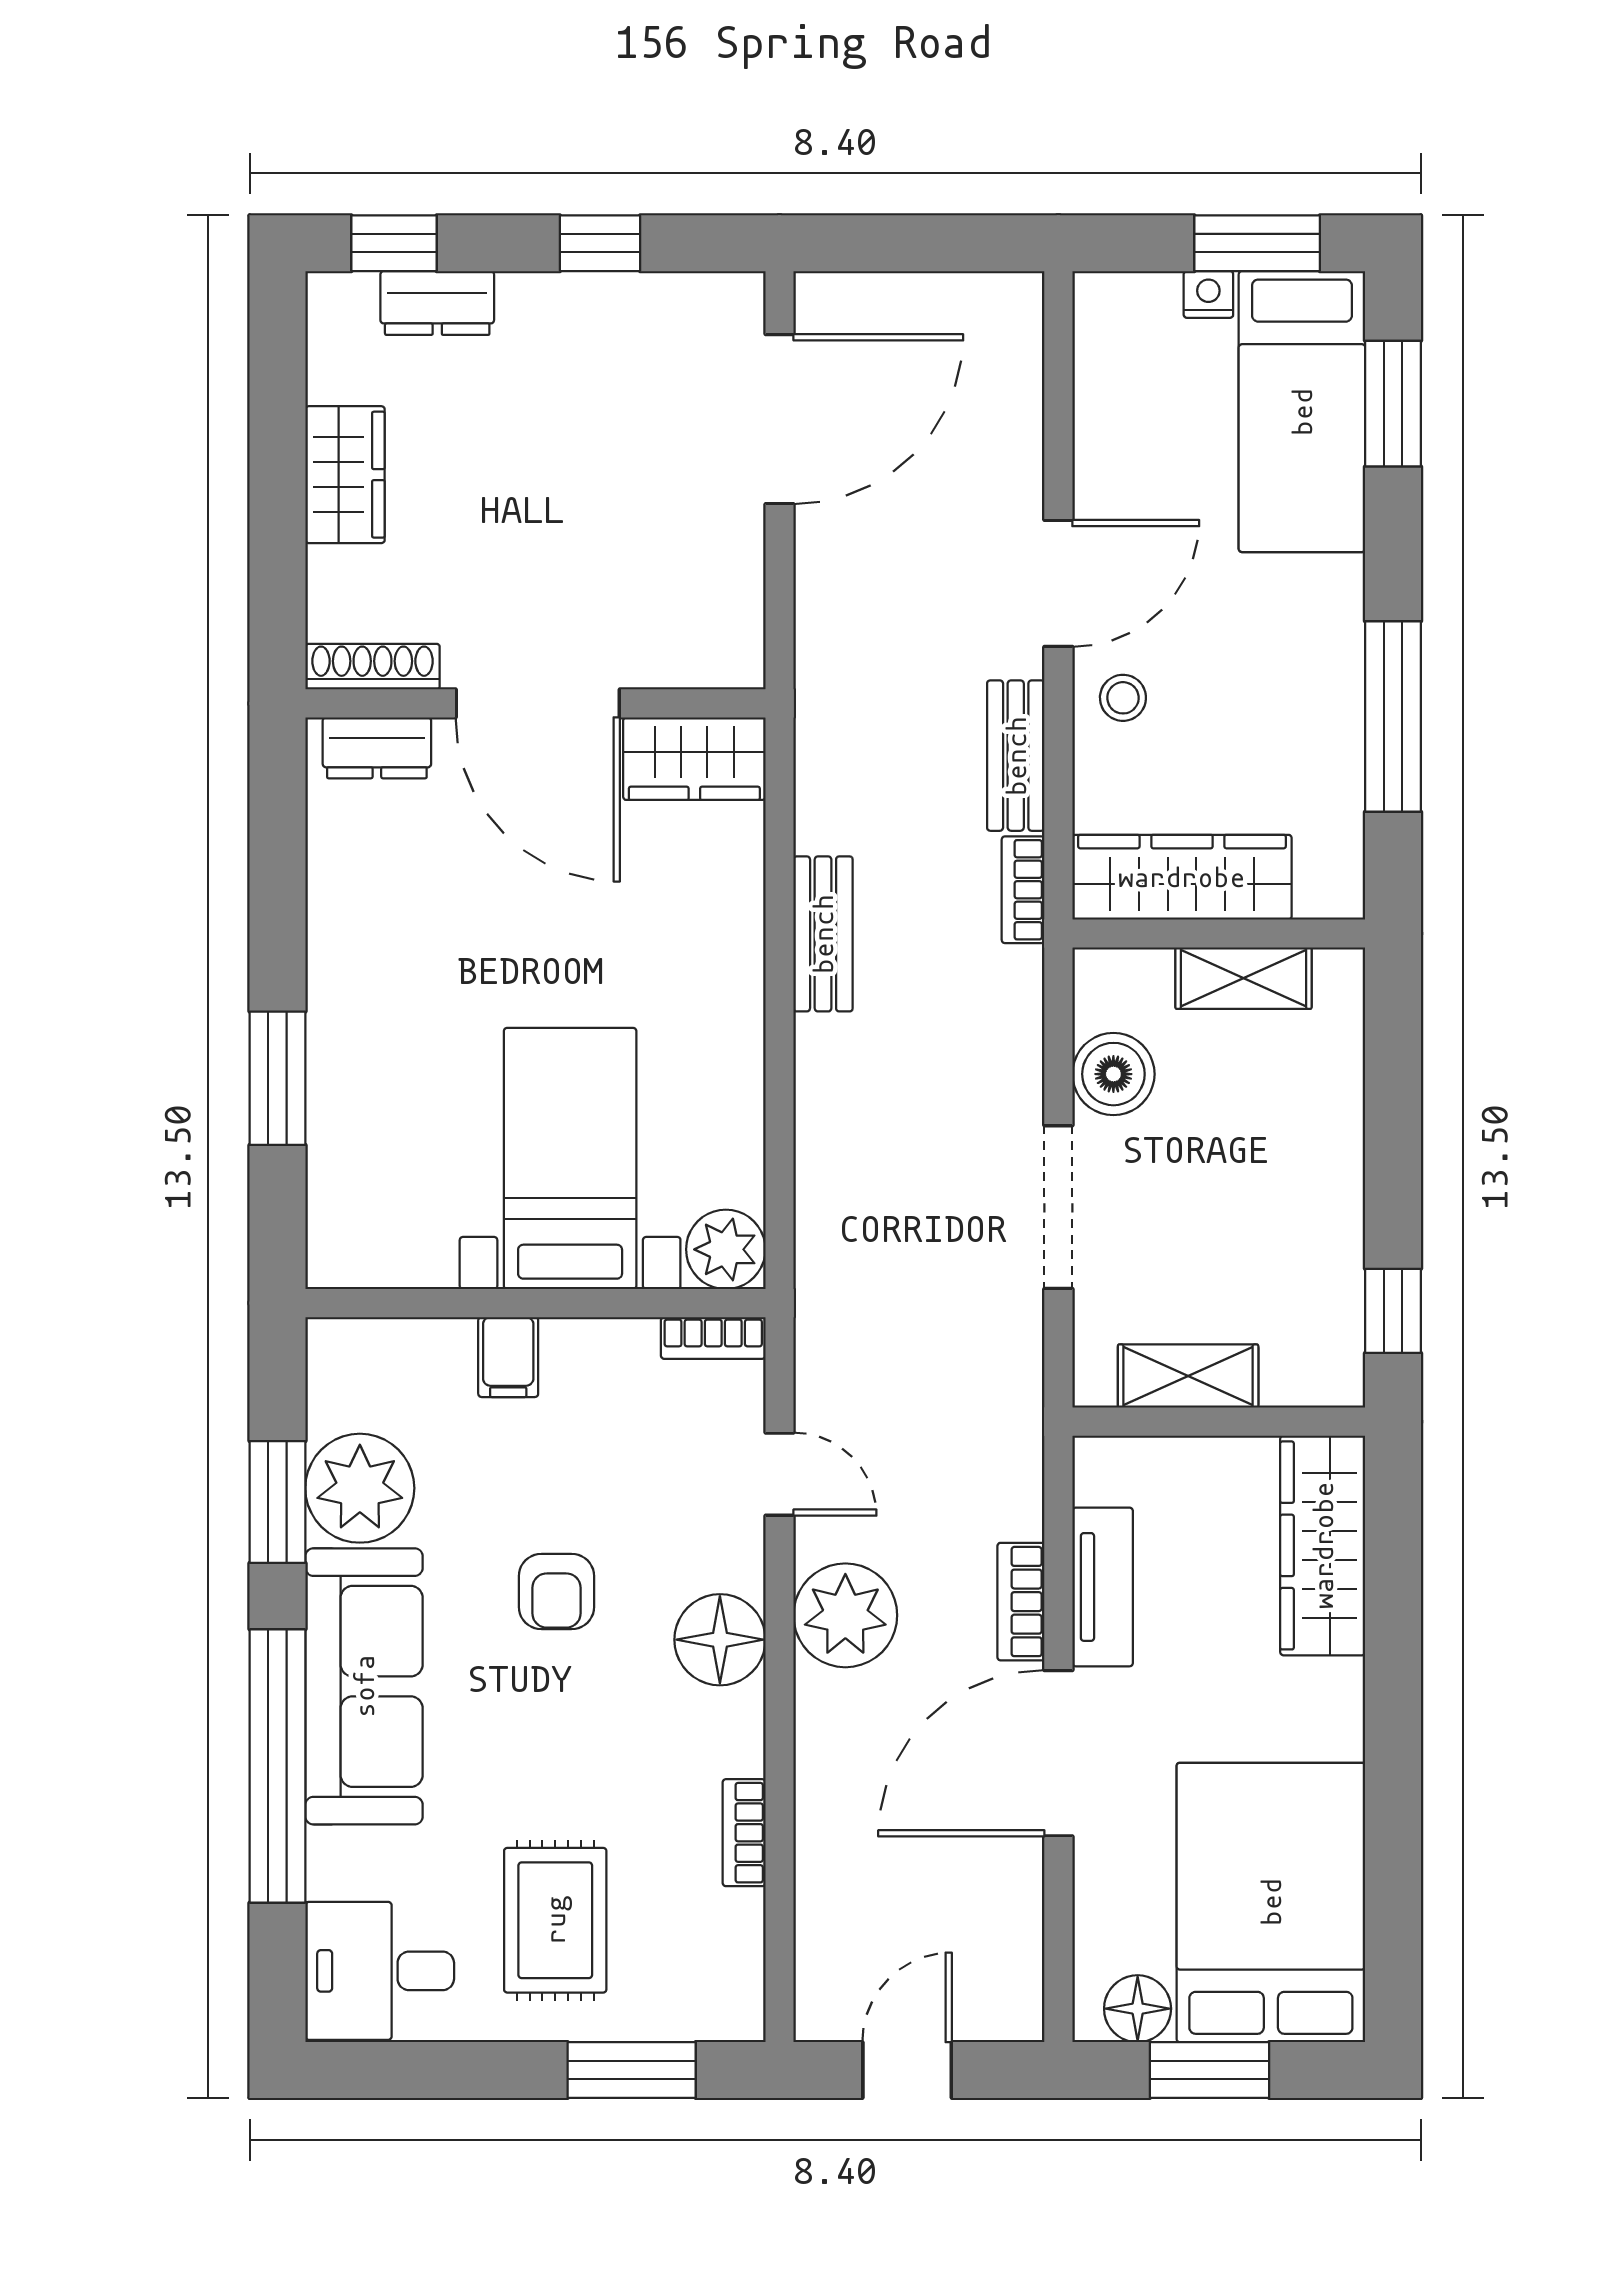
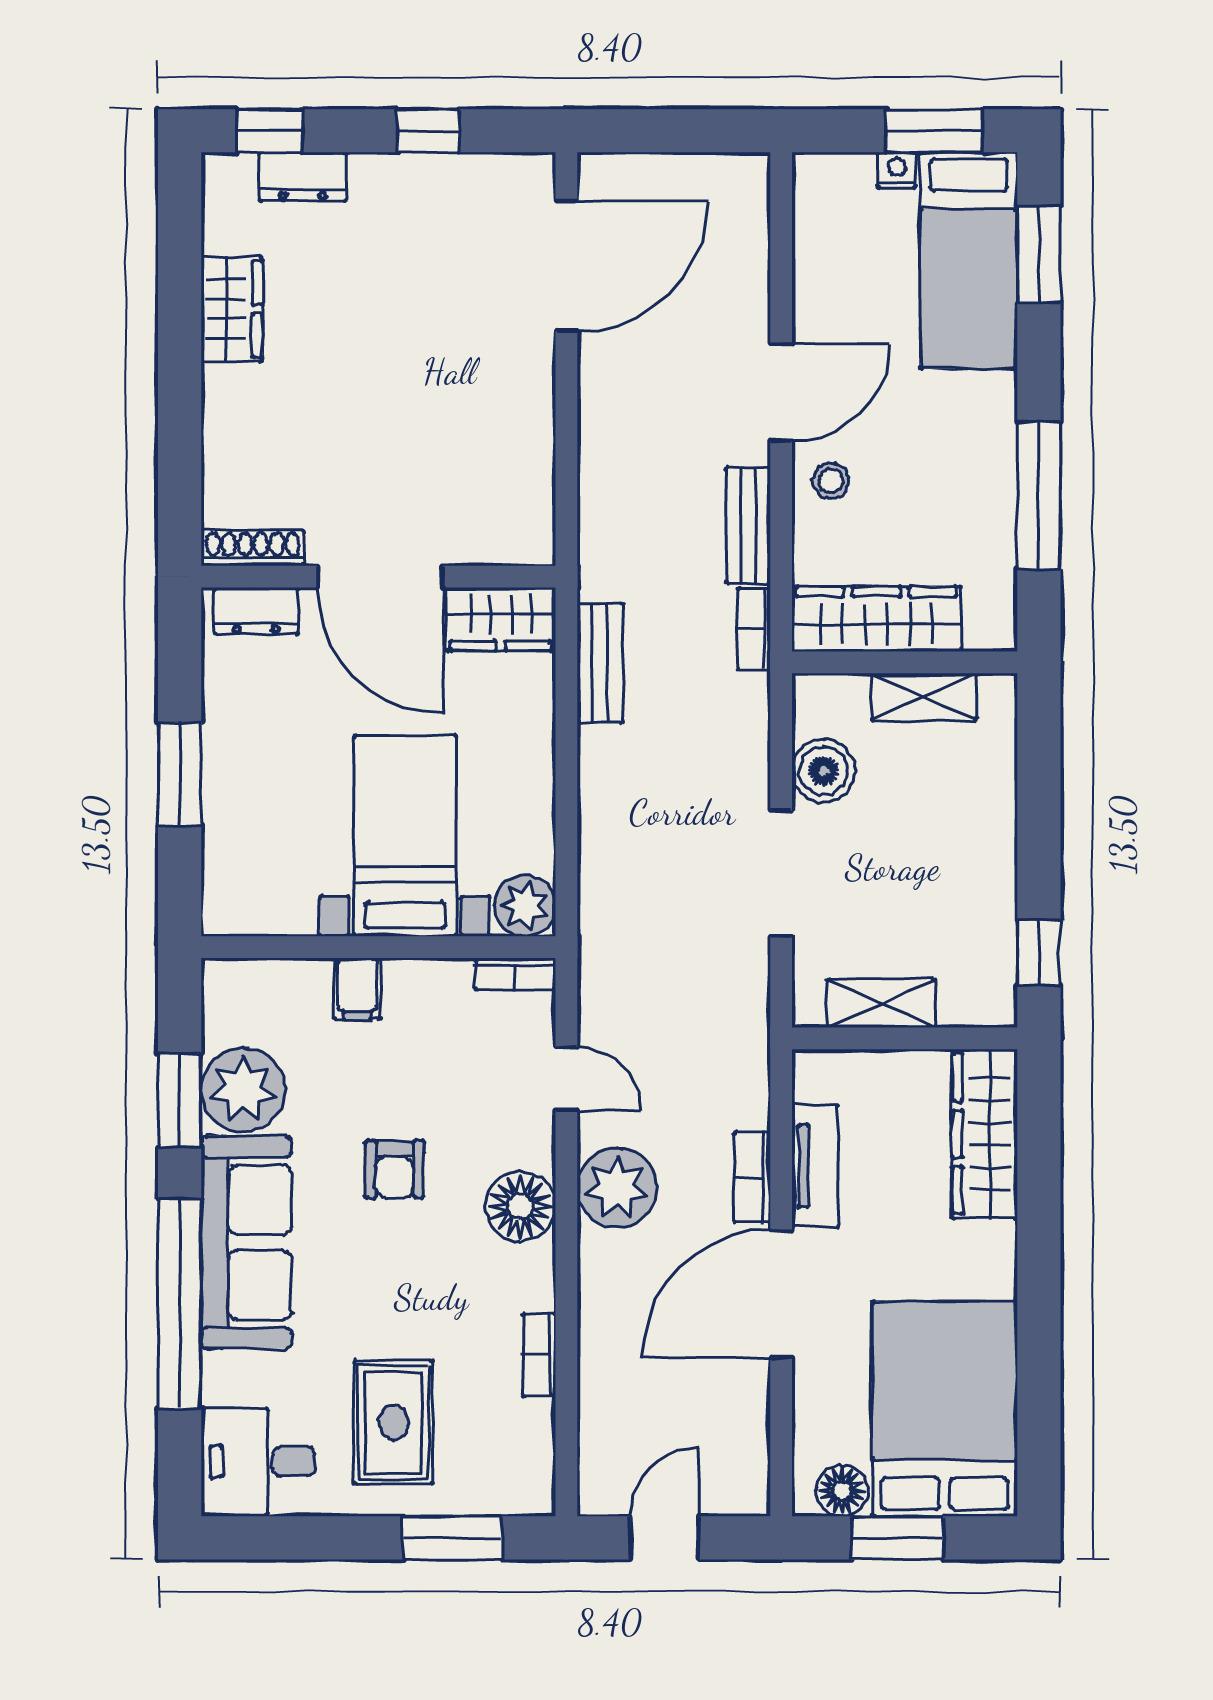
shoe rack: (373, 667) -> (253, 548), moved
wall: (535, 703) -> (378, 577), moved
door: (538, 703) -> (380, 577), moved
dresser: (377, 748) -> (256, 611), moved
wardrobe: (694, 759) -> (501, 619), moved

